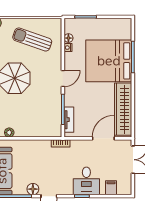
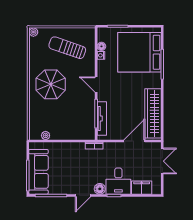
bed: (109, 61) -> (139, 52), moved
door: (63, 79) -> (96, 85), swing flipped
tv unit: (69, 120) -> (102, 118), width x1.41
filing cabinet: (111, 188) -> (142, 188), width x2.00
floor lamp: (33, 189) -> (100, 189), moved

